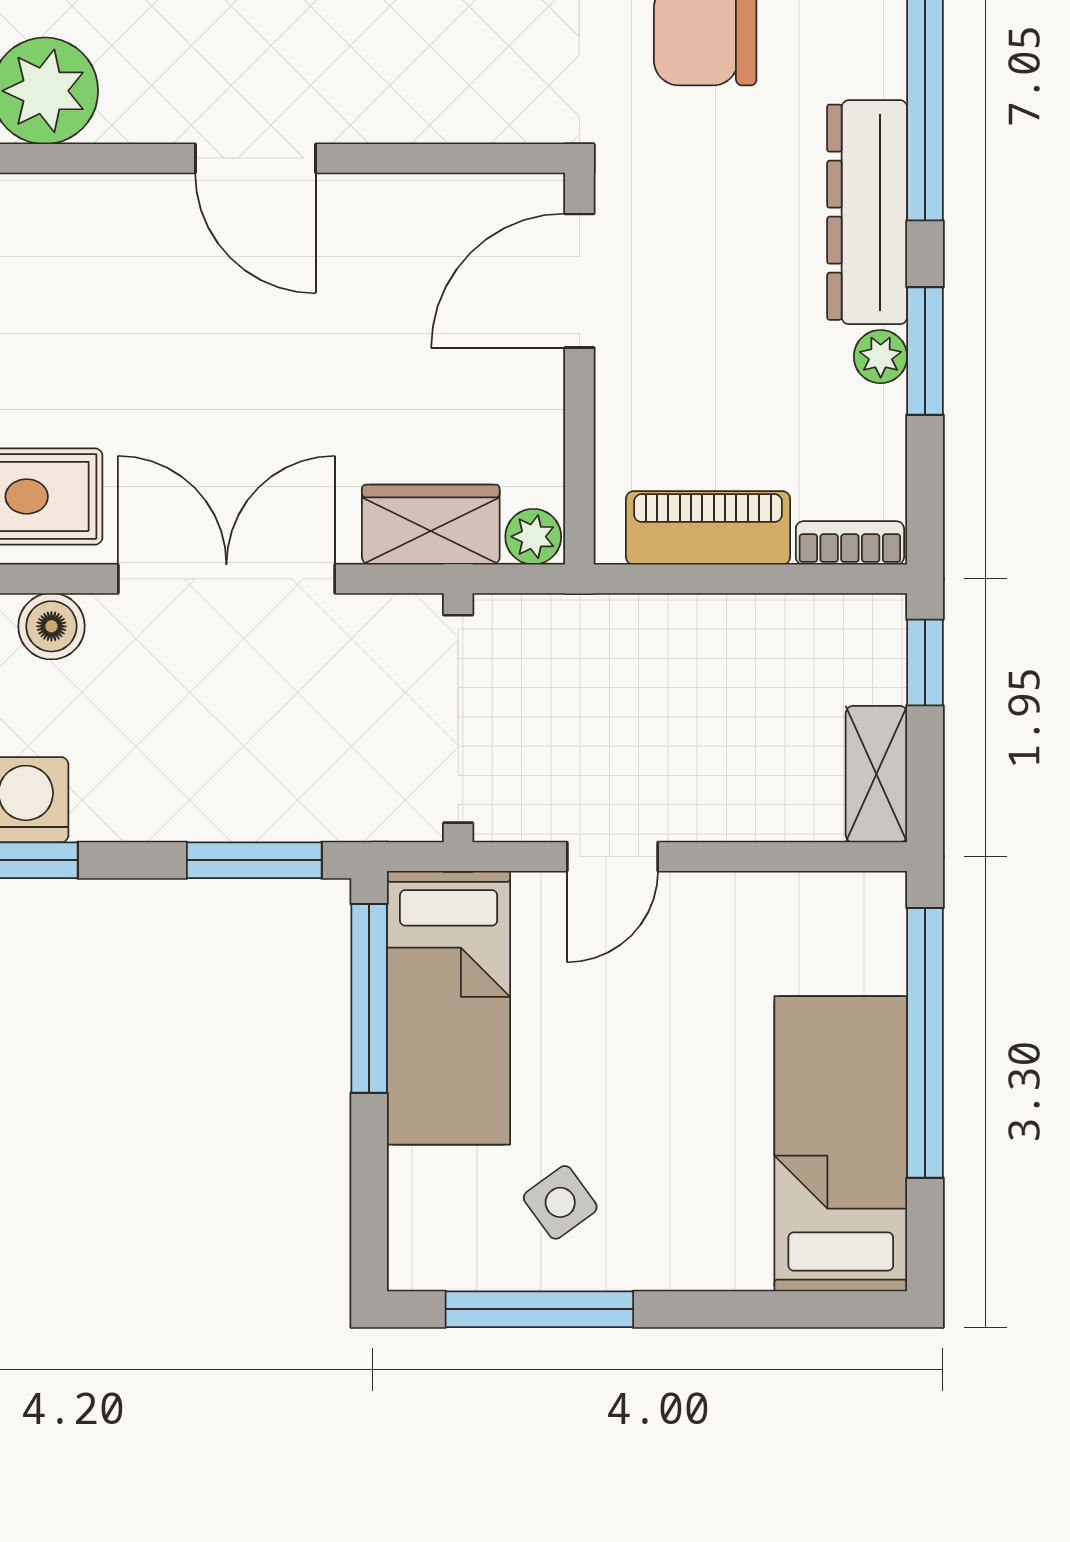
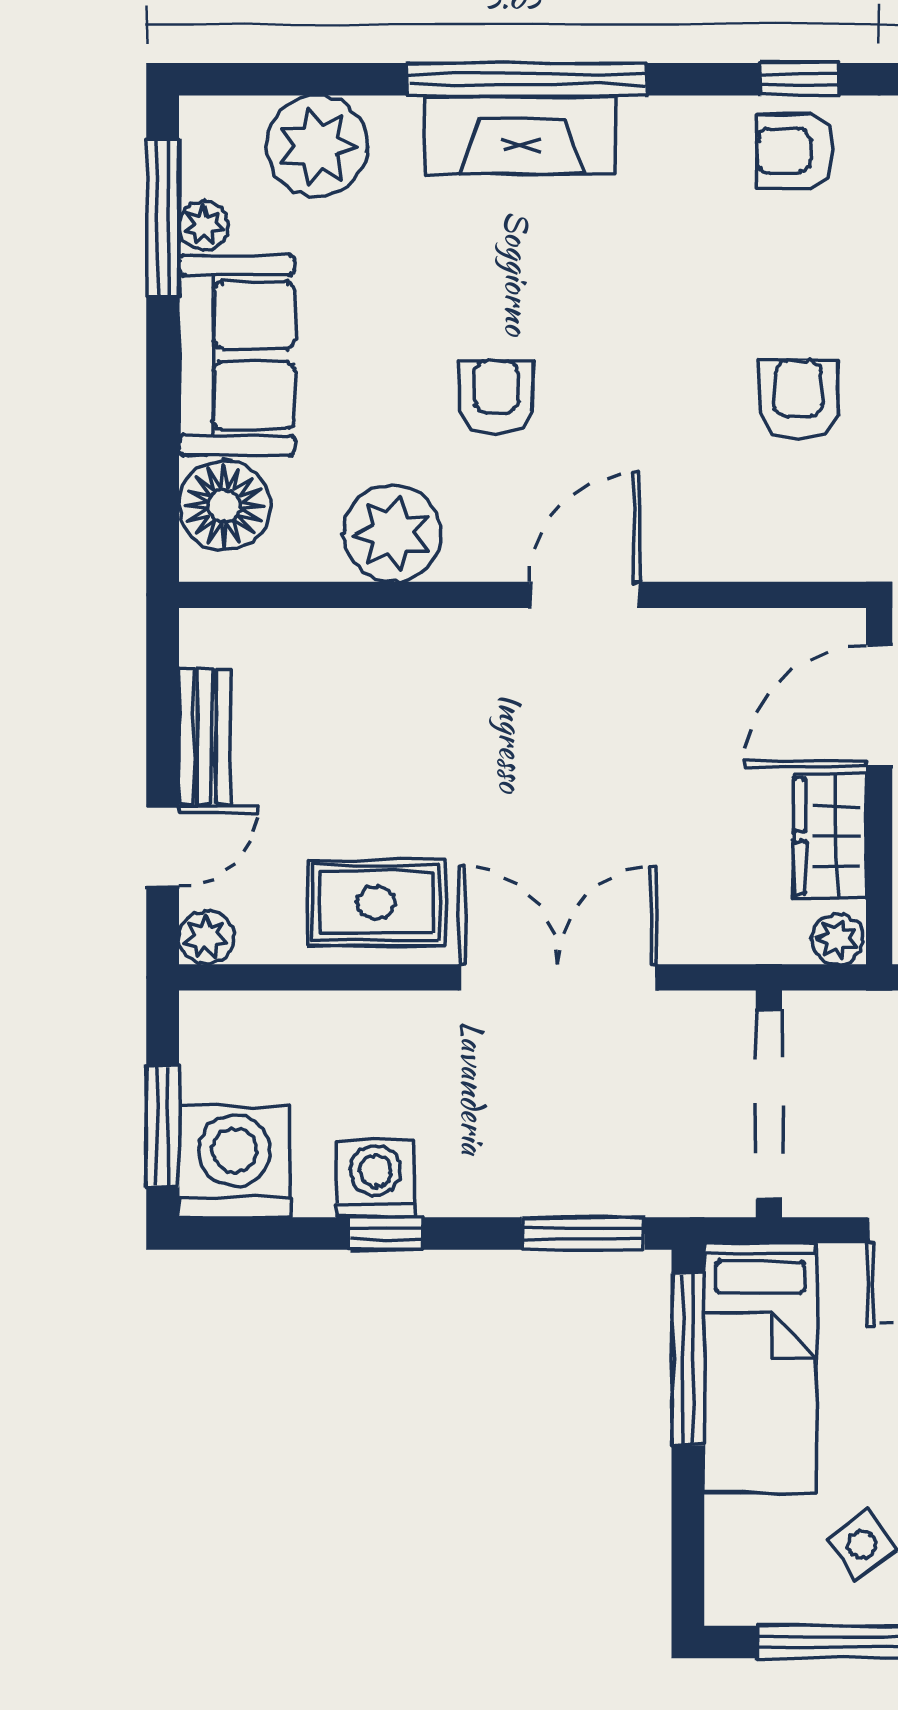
door: (255, 158) -> (584, 595), swing flipped
wardrobe: (431, 525) -> (830, 836), moved, turned -90
boiler: (51, 626) -> (399, 1021), removed

